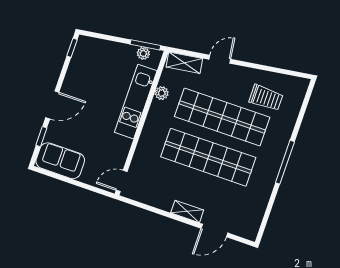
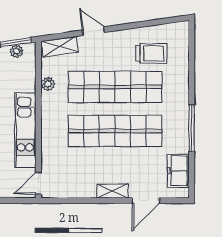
door: (220, 59) -> (93, 31), hinge flipped
kitchen unit: (136, 102) -> (25, 130), moved
window: (285, 162) -> (192, 128), moved
freezer: (254, 214) -> (178, 171), added

